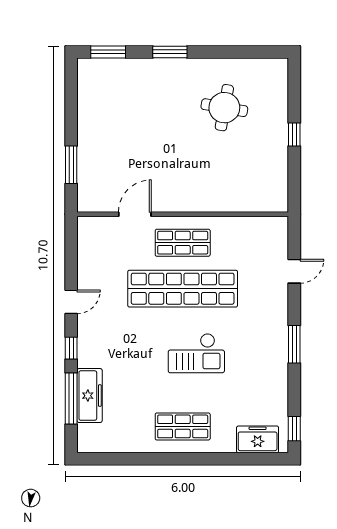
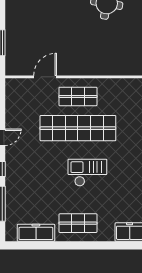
checkout: (196, 353) -> (87, 173), turned 180
freezer: (90, 396) -> (36, 233), moved, turned -90

